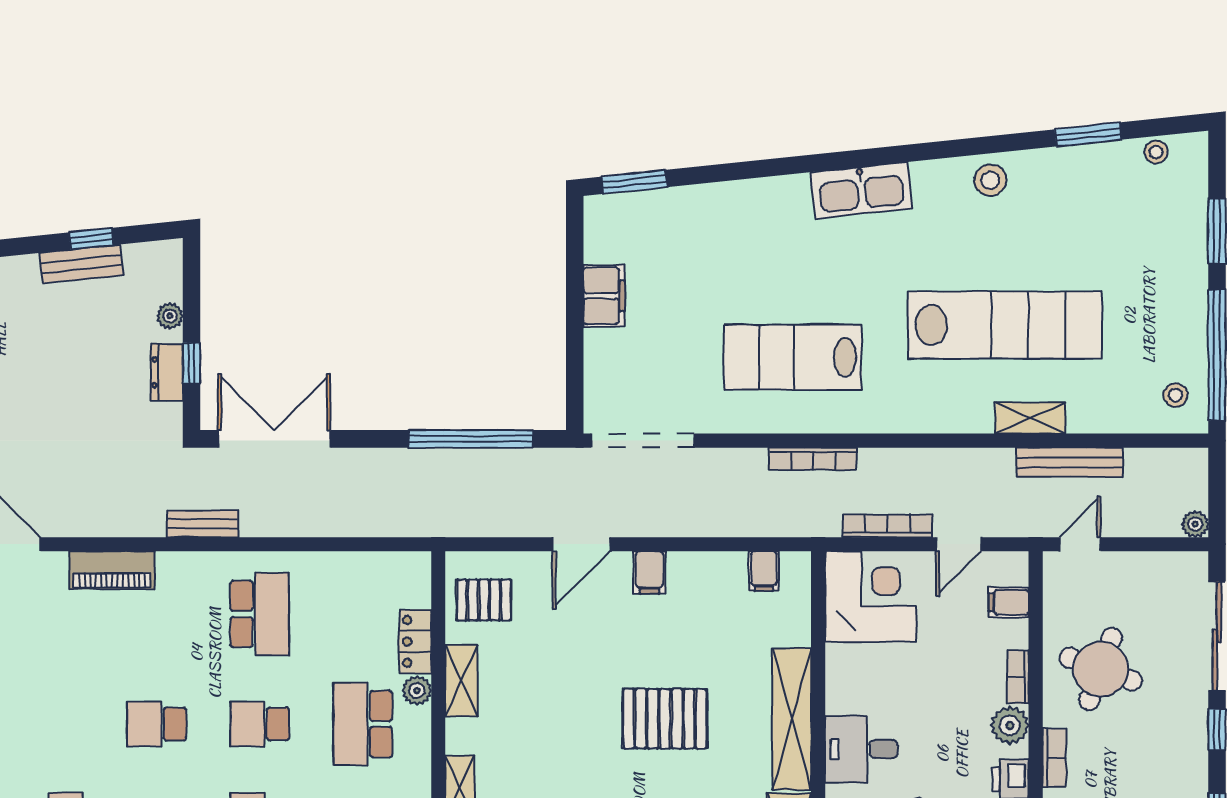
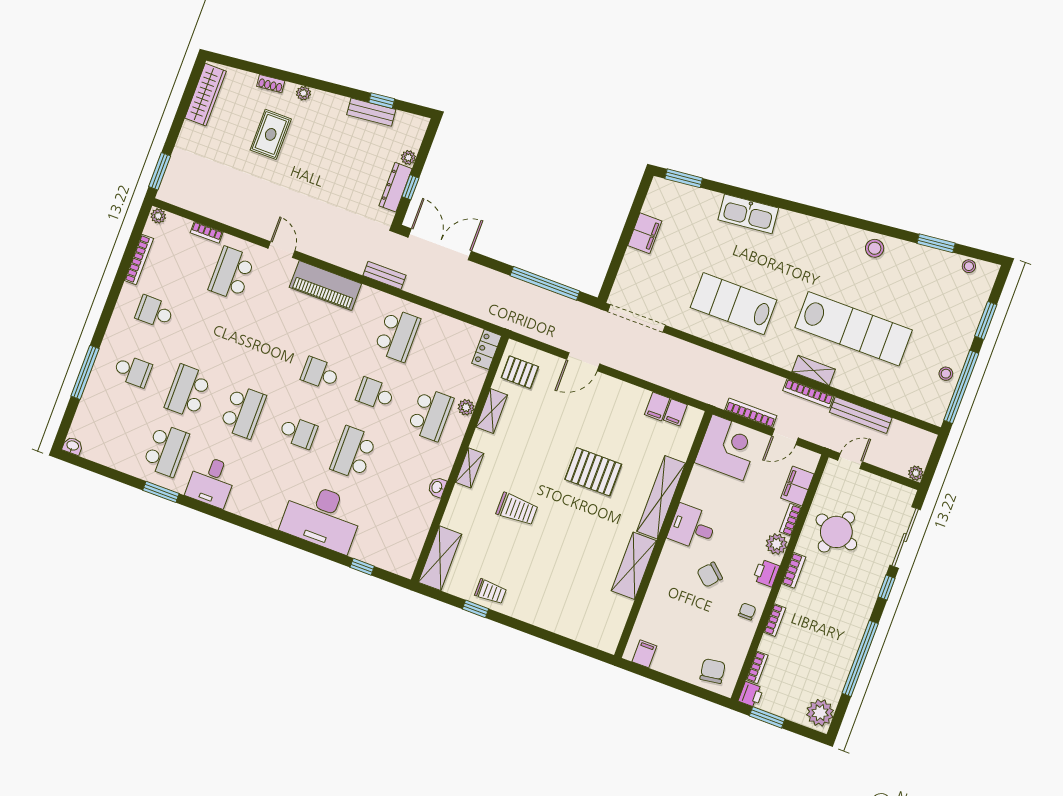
kitchen sink: (861, 190) -> (748, 214), moved
dresser: (167, 372) -> (396, 187), width x1.44
stool: (1176, 395) -> (946, 374), moved
shelving: (1030, 418) -> (814, 371), moved
bookcase: (813, 459) -> (808, 393), moved
piano: (112, 570) -> (325, 285), width x1.37, depth x1.33
filing cabinet: (649, 572) -> (657, 406), moved
filing cabinet: (1009, 602) -> (797, 486), width x2.00
locker: (415, 641) -> (487, 349), moved
school desk: (363, 724) -> (430, 414), turned 180

